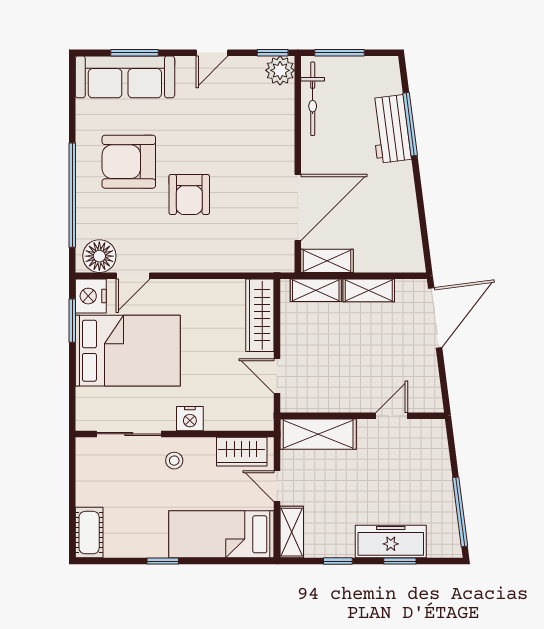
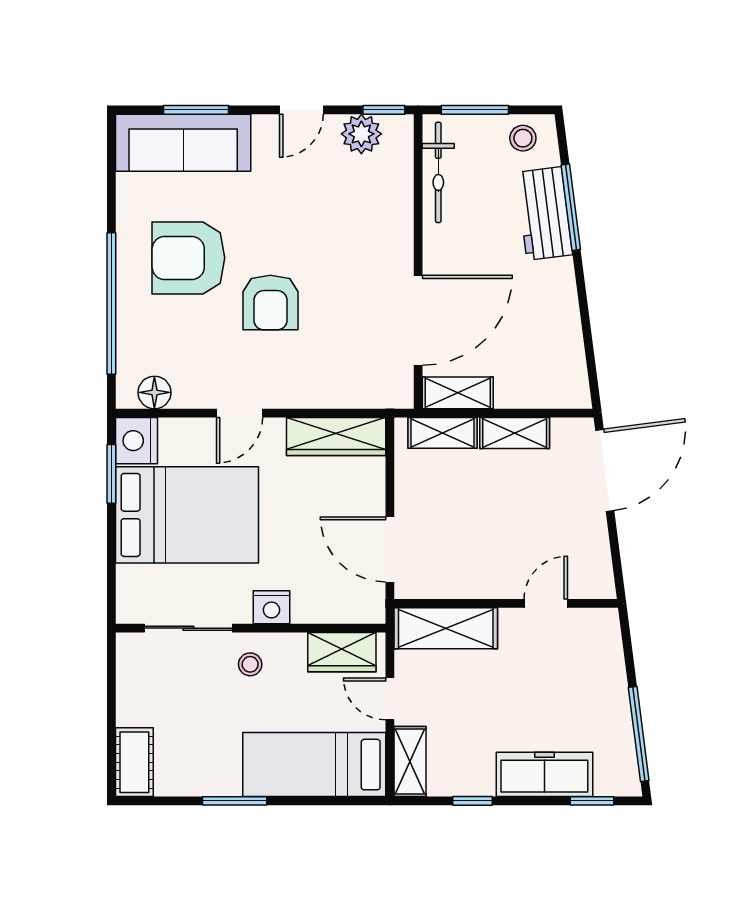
plant: (280, 70) -> (361, 134), moved
stool: (375, 74) -> (523, 138), added
floor lamp: (99, 256) -> (154, 392), width x0.73, depth x0.73
door: (133, 276) -> (240, 413), moved
wardrobe: (260, 315) -> (336, 436), moved, turned -90
door: (277, 376) -> (390, 549), width x1.37
window: (163, 561) -> (235, 801), width x1.50
window: (400, 561) -> (592, 801), moved

